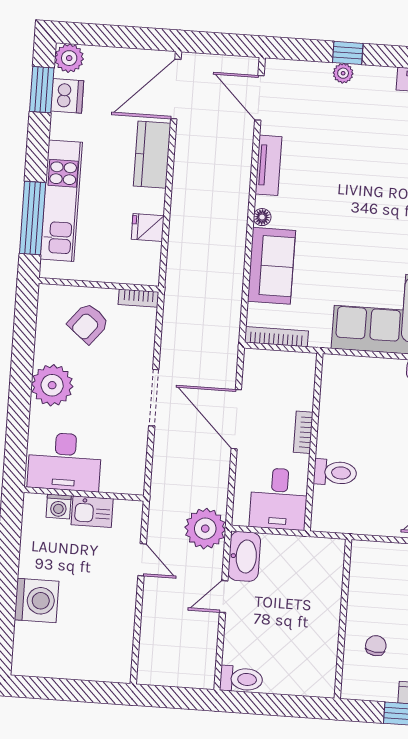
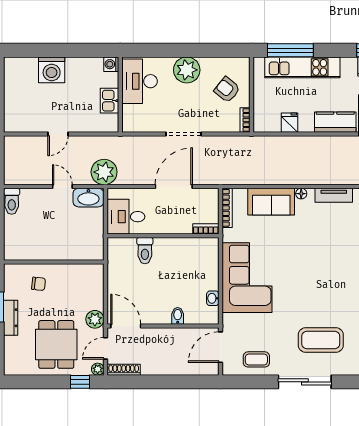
bookcase: (303, 432) -> (206, 229), moved
washing machine: (59, 506) -> (111, 64), moved
door: (142, 560) -> (58, 134), moved

